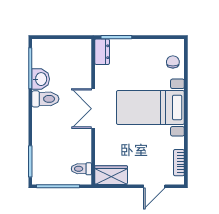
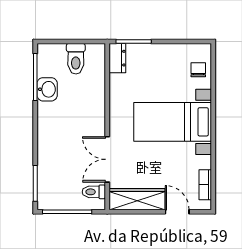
toilet: (45, 99) -> (76, 59), moved, turned 90
double door: (93, 109) -> (107, 159), moved
wardrobe: (111, 175) -> (137, 199), width x1.50
door: (154, 186) -> (177, 212), swing flipped

